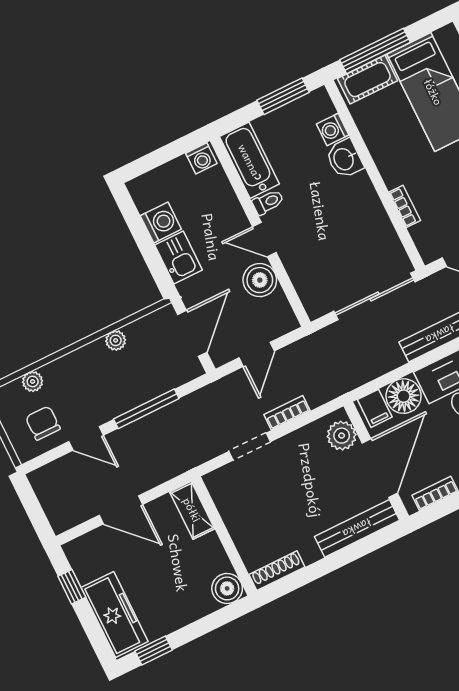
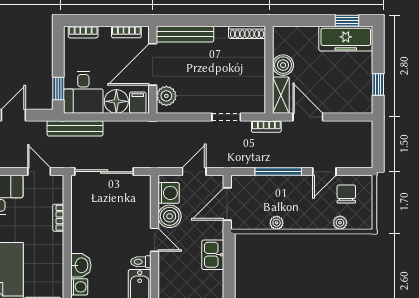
washing machine: (161, 222) -> (169, 193), moved, turned 180
bookcase: (287, 413) -> (266, 127), moved
chair: (43, 423) -> (346, 194), turned 180
door: (86, 438) -> (324, 172), swing flipped
door: (121, 510) -> (308, 117), moved
boiler: (227, 588) -> (283, 65), moved
freezer: (115, 615) -> (346, 39), moved, turned -90

